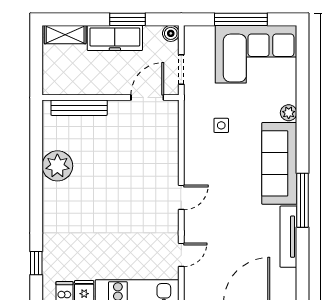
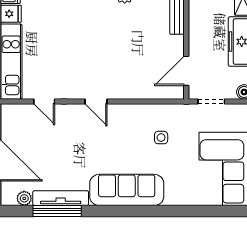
door: (147, 98) -> (186, 71), swing flipped
plant: (289, 113) -> (24, 198), moved
window: (303, 200) -> (57, 211), moved

